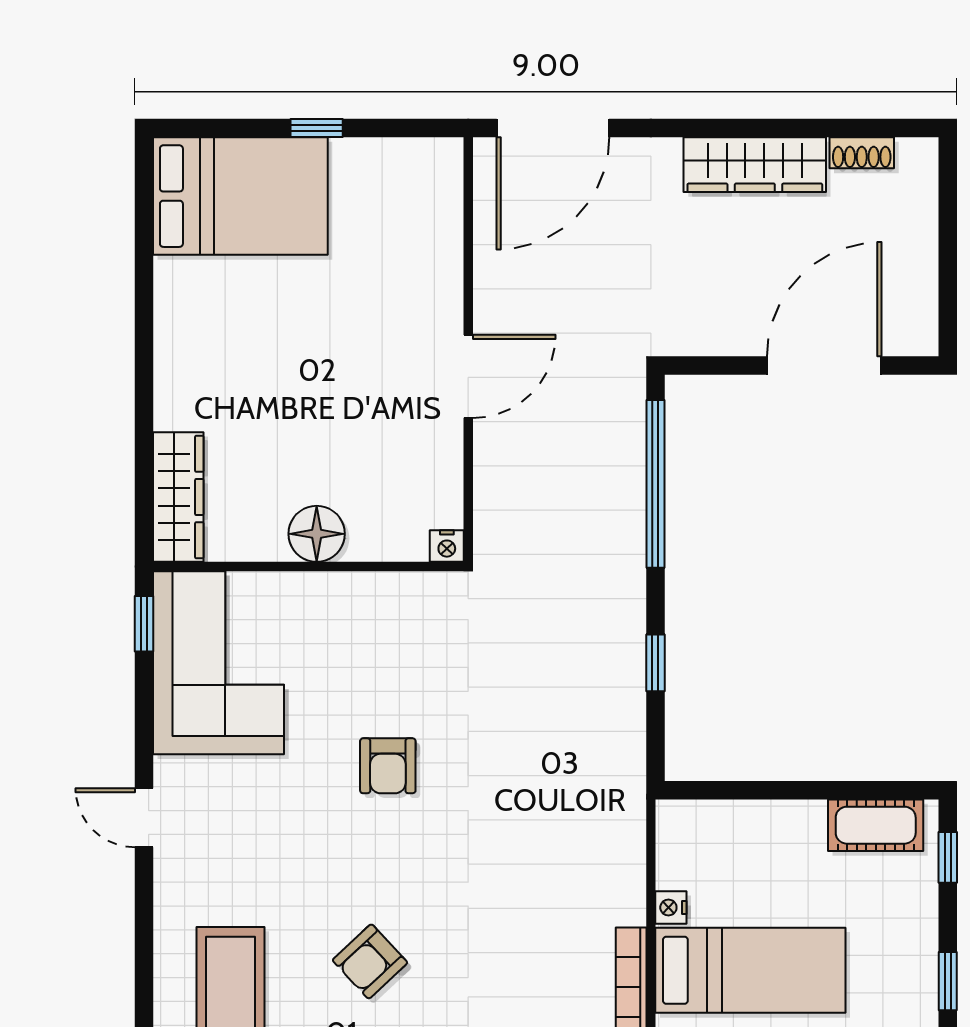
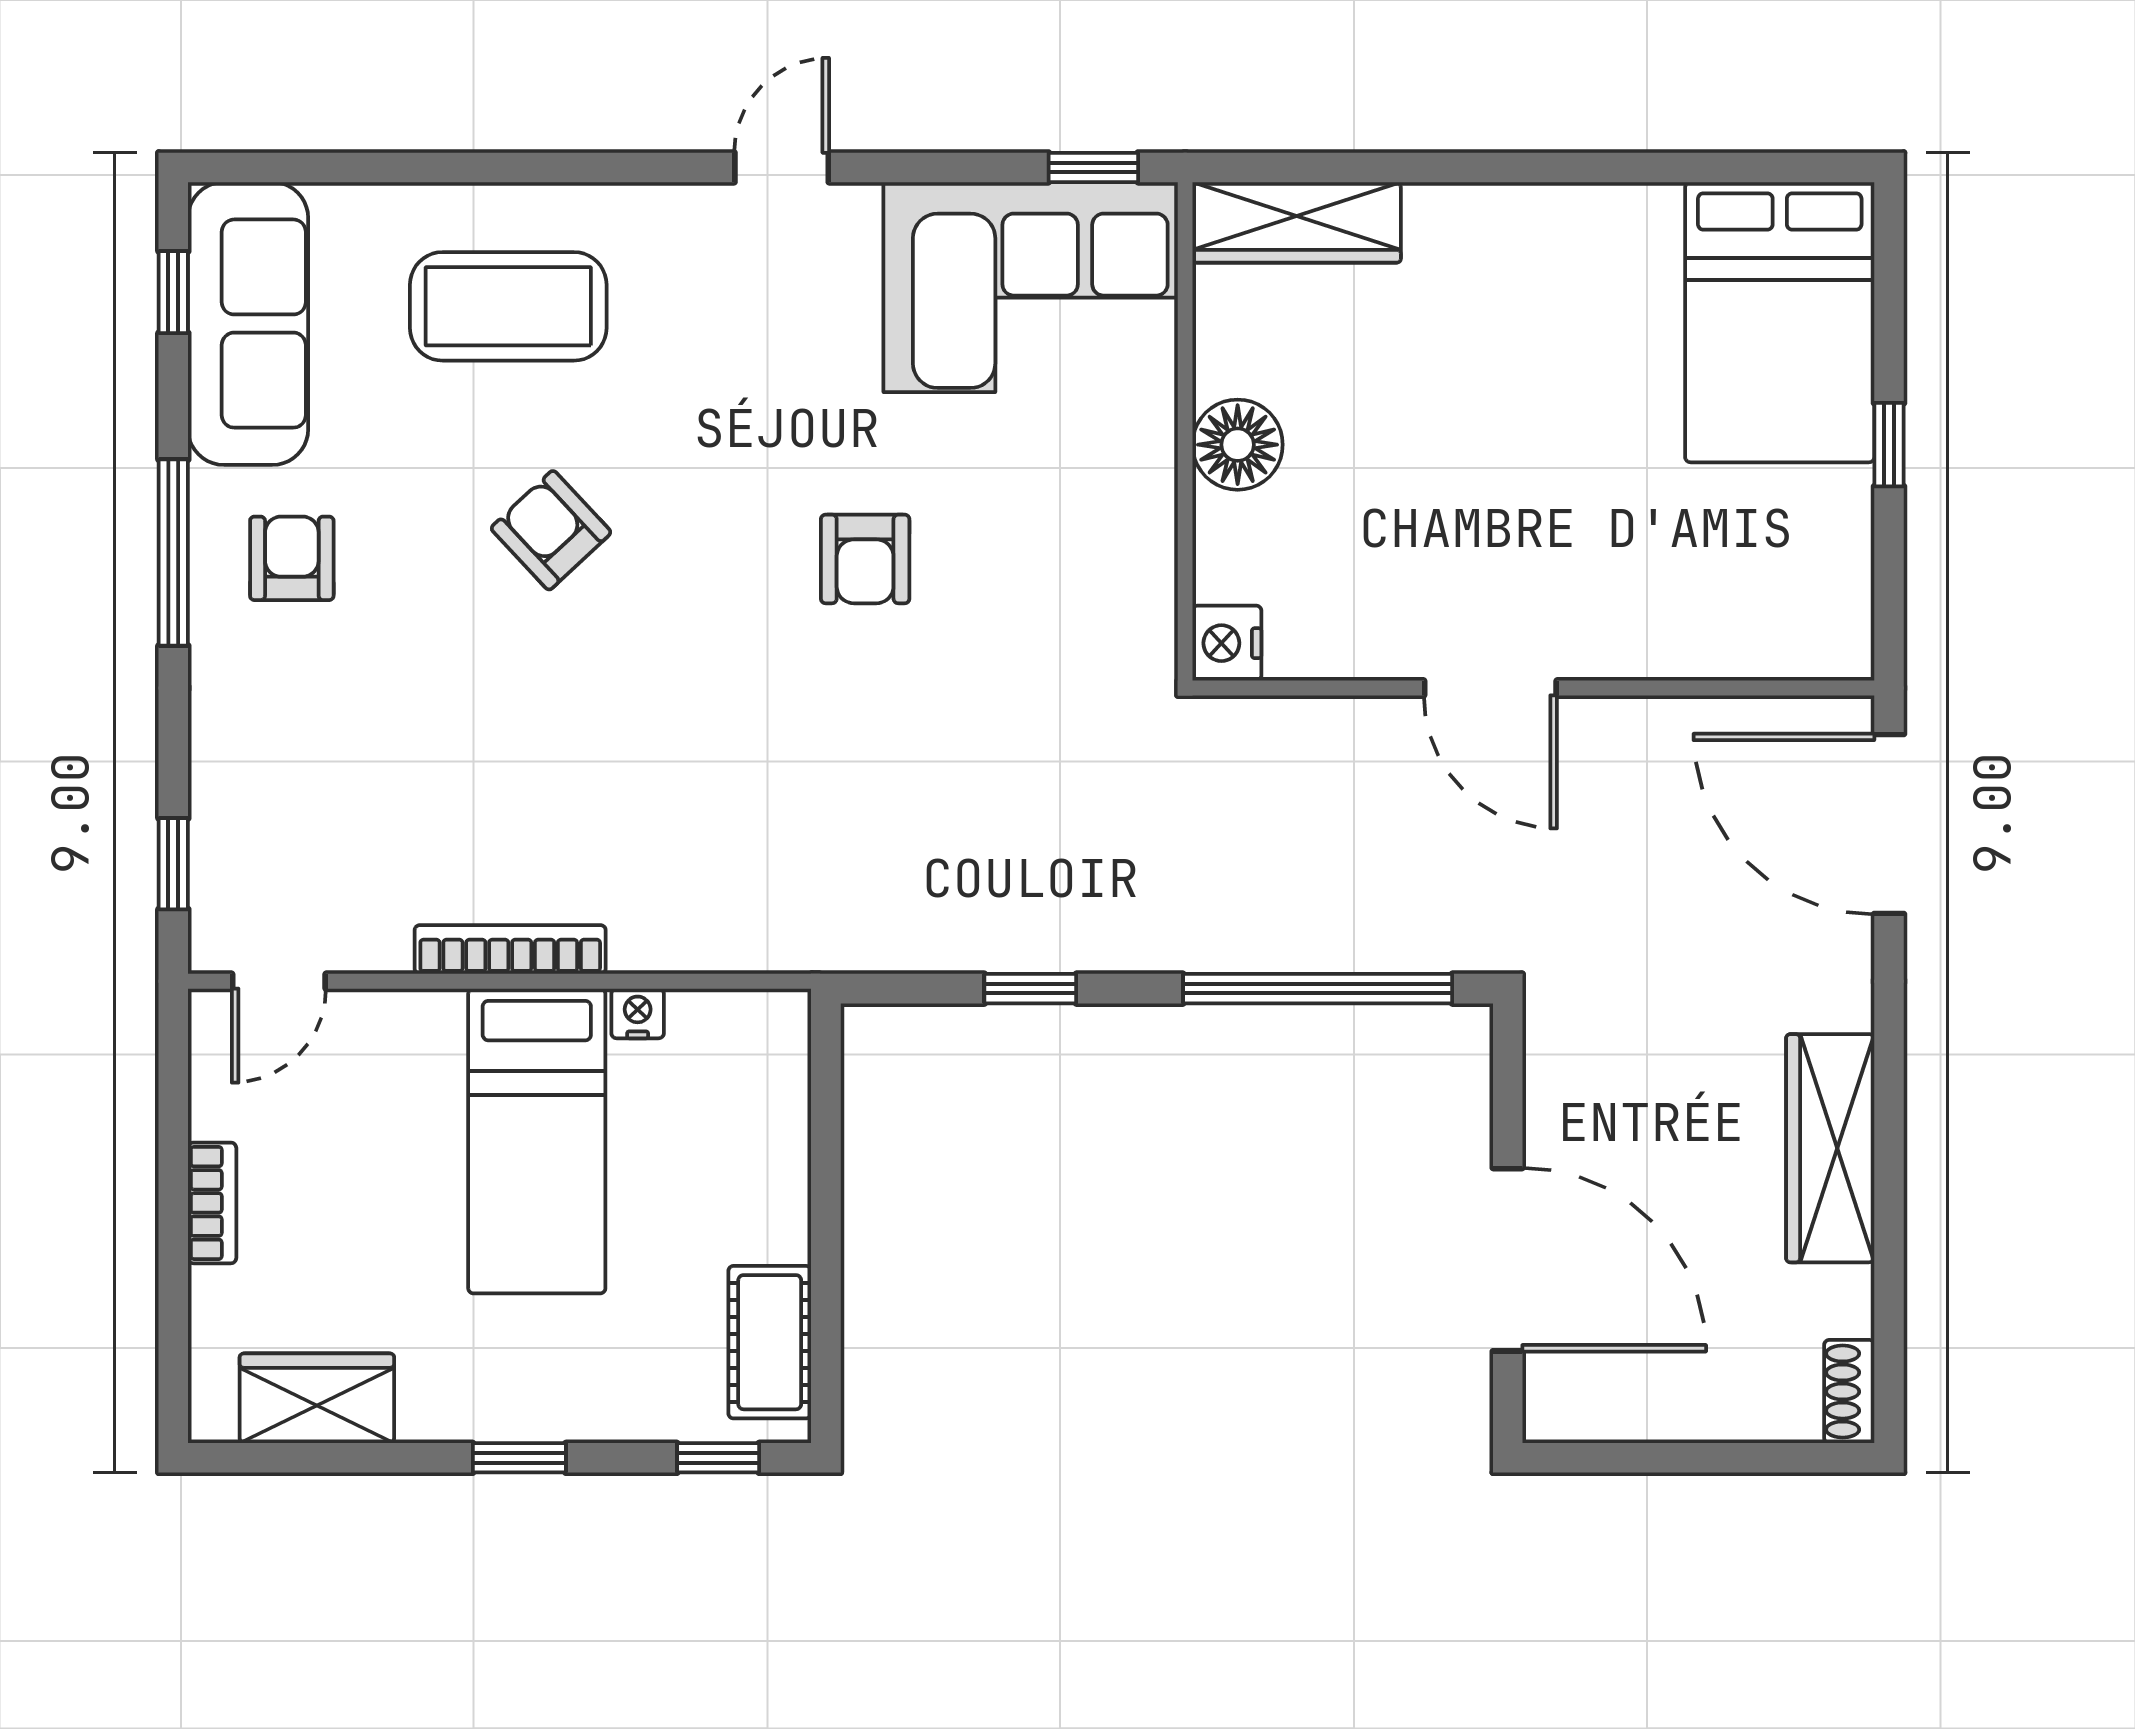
shoe rack: (862, 153) -> (1849, 1392), moved
nightstand: (447, 546) -> (1227, 643), width x1.39, depth x1.35
armchair: (388, 766) -> (865, 559), turned -90

